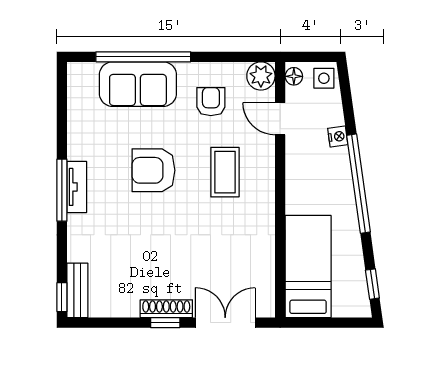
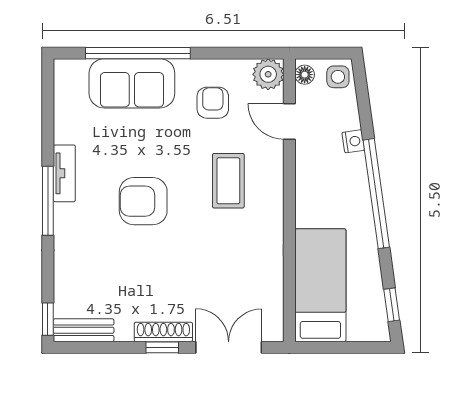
armchair: (153, 170) -> (143, 201), moved
tv unit: (77, 187) -> (64, 173), moved
bench: (77, 290) -> (84, 330), moved, turned 90

